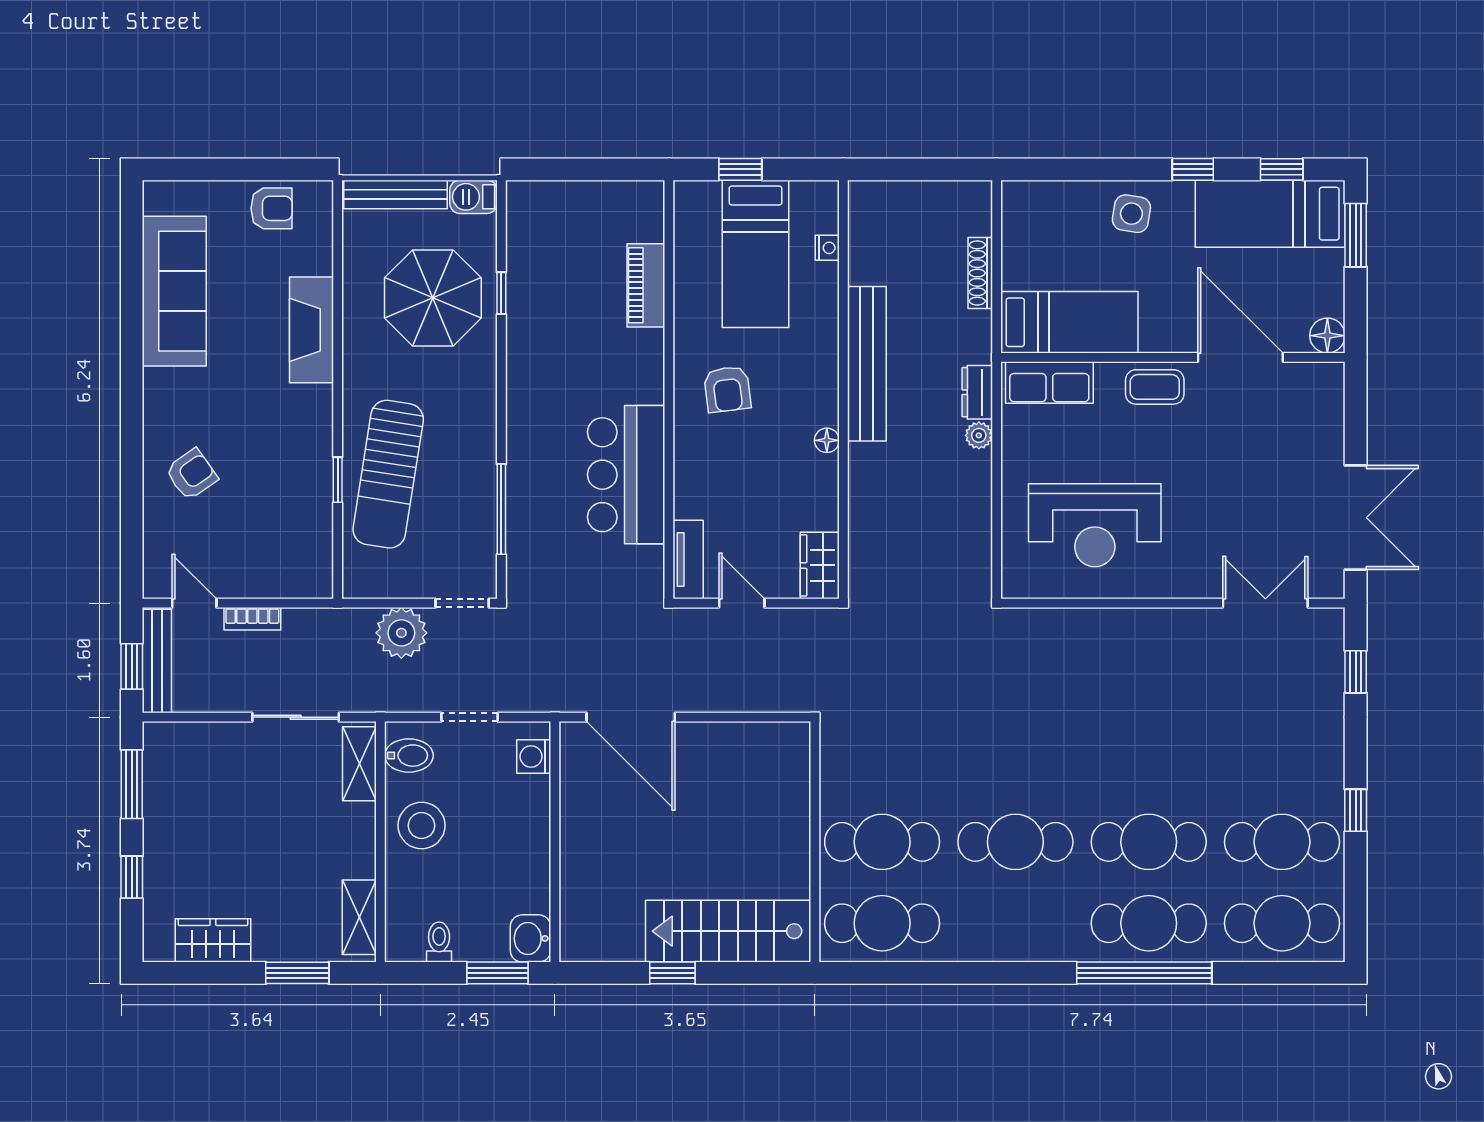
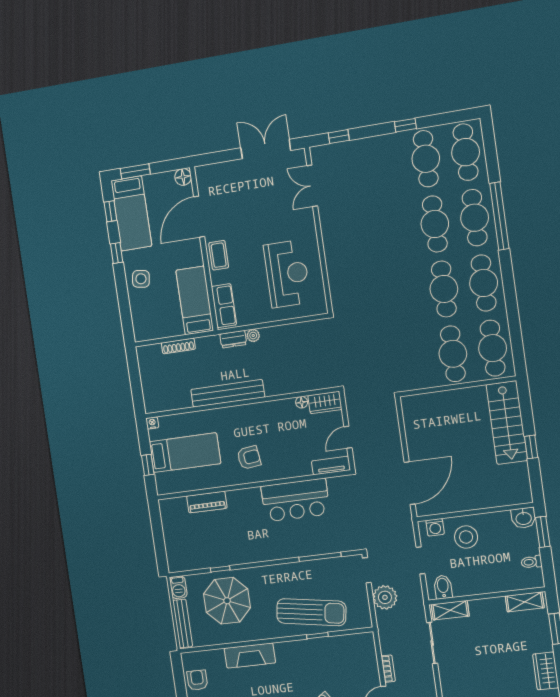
nightstand: (827, 248) -> (152, 423), moved
floor lamp: (827, 440) -> (302, 402), moved
stool: (422, 826) -> (466, 537), moved
cafe table: (1015, 923) -> (484, 283), added

